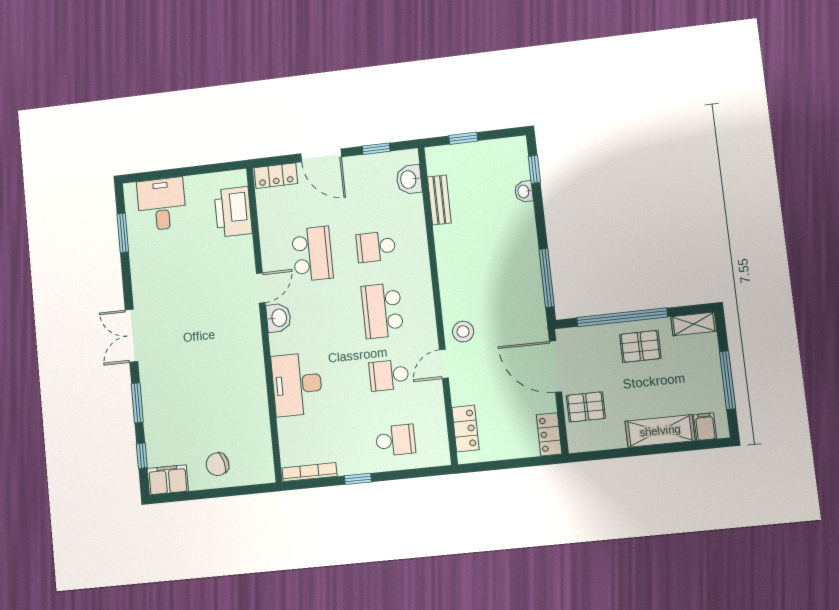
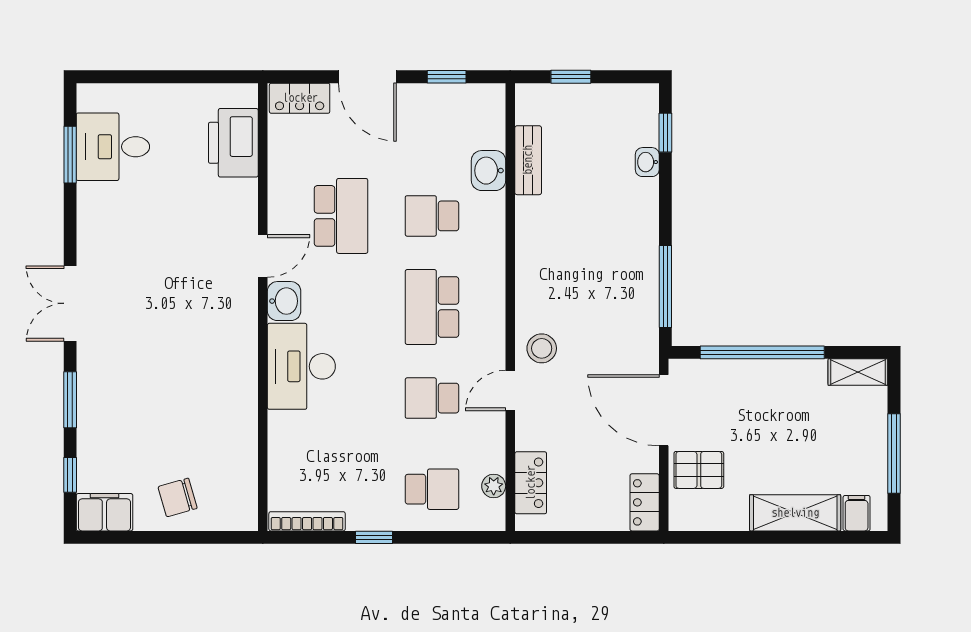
washbasin: (409, 179) -> (489, 171), moved
desk: (162, 204) -> (113, 147), moved, turned -90
pallet: (640, 346) -> (782, 395), removed
desk: (297, 384) -> (301, 366), moved
plant: (439, 433) -> (494, 486), added

